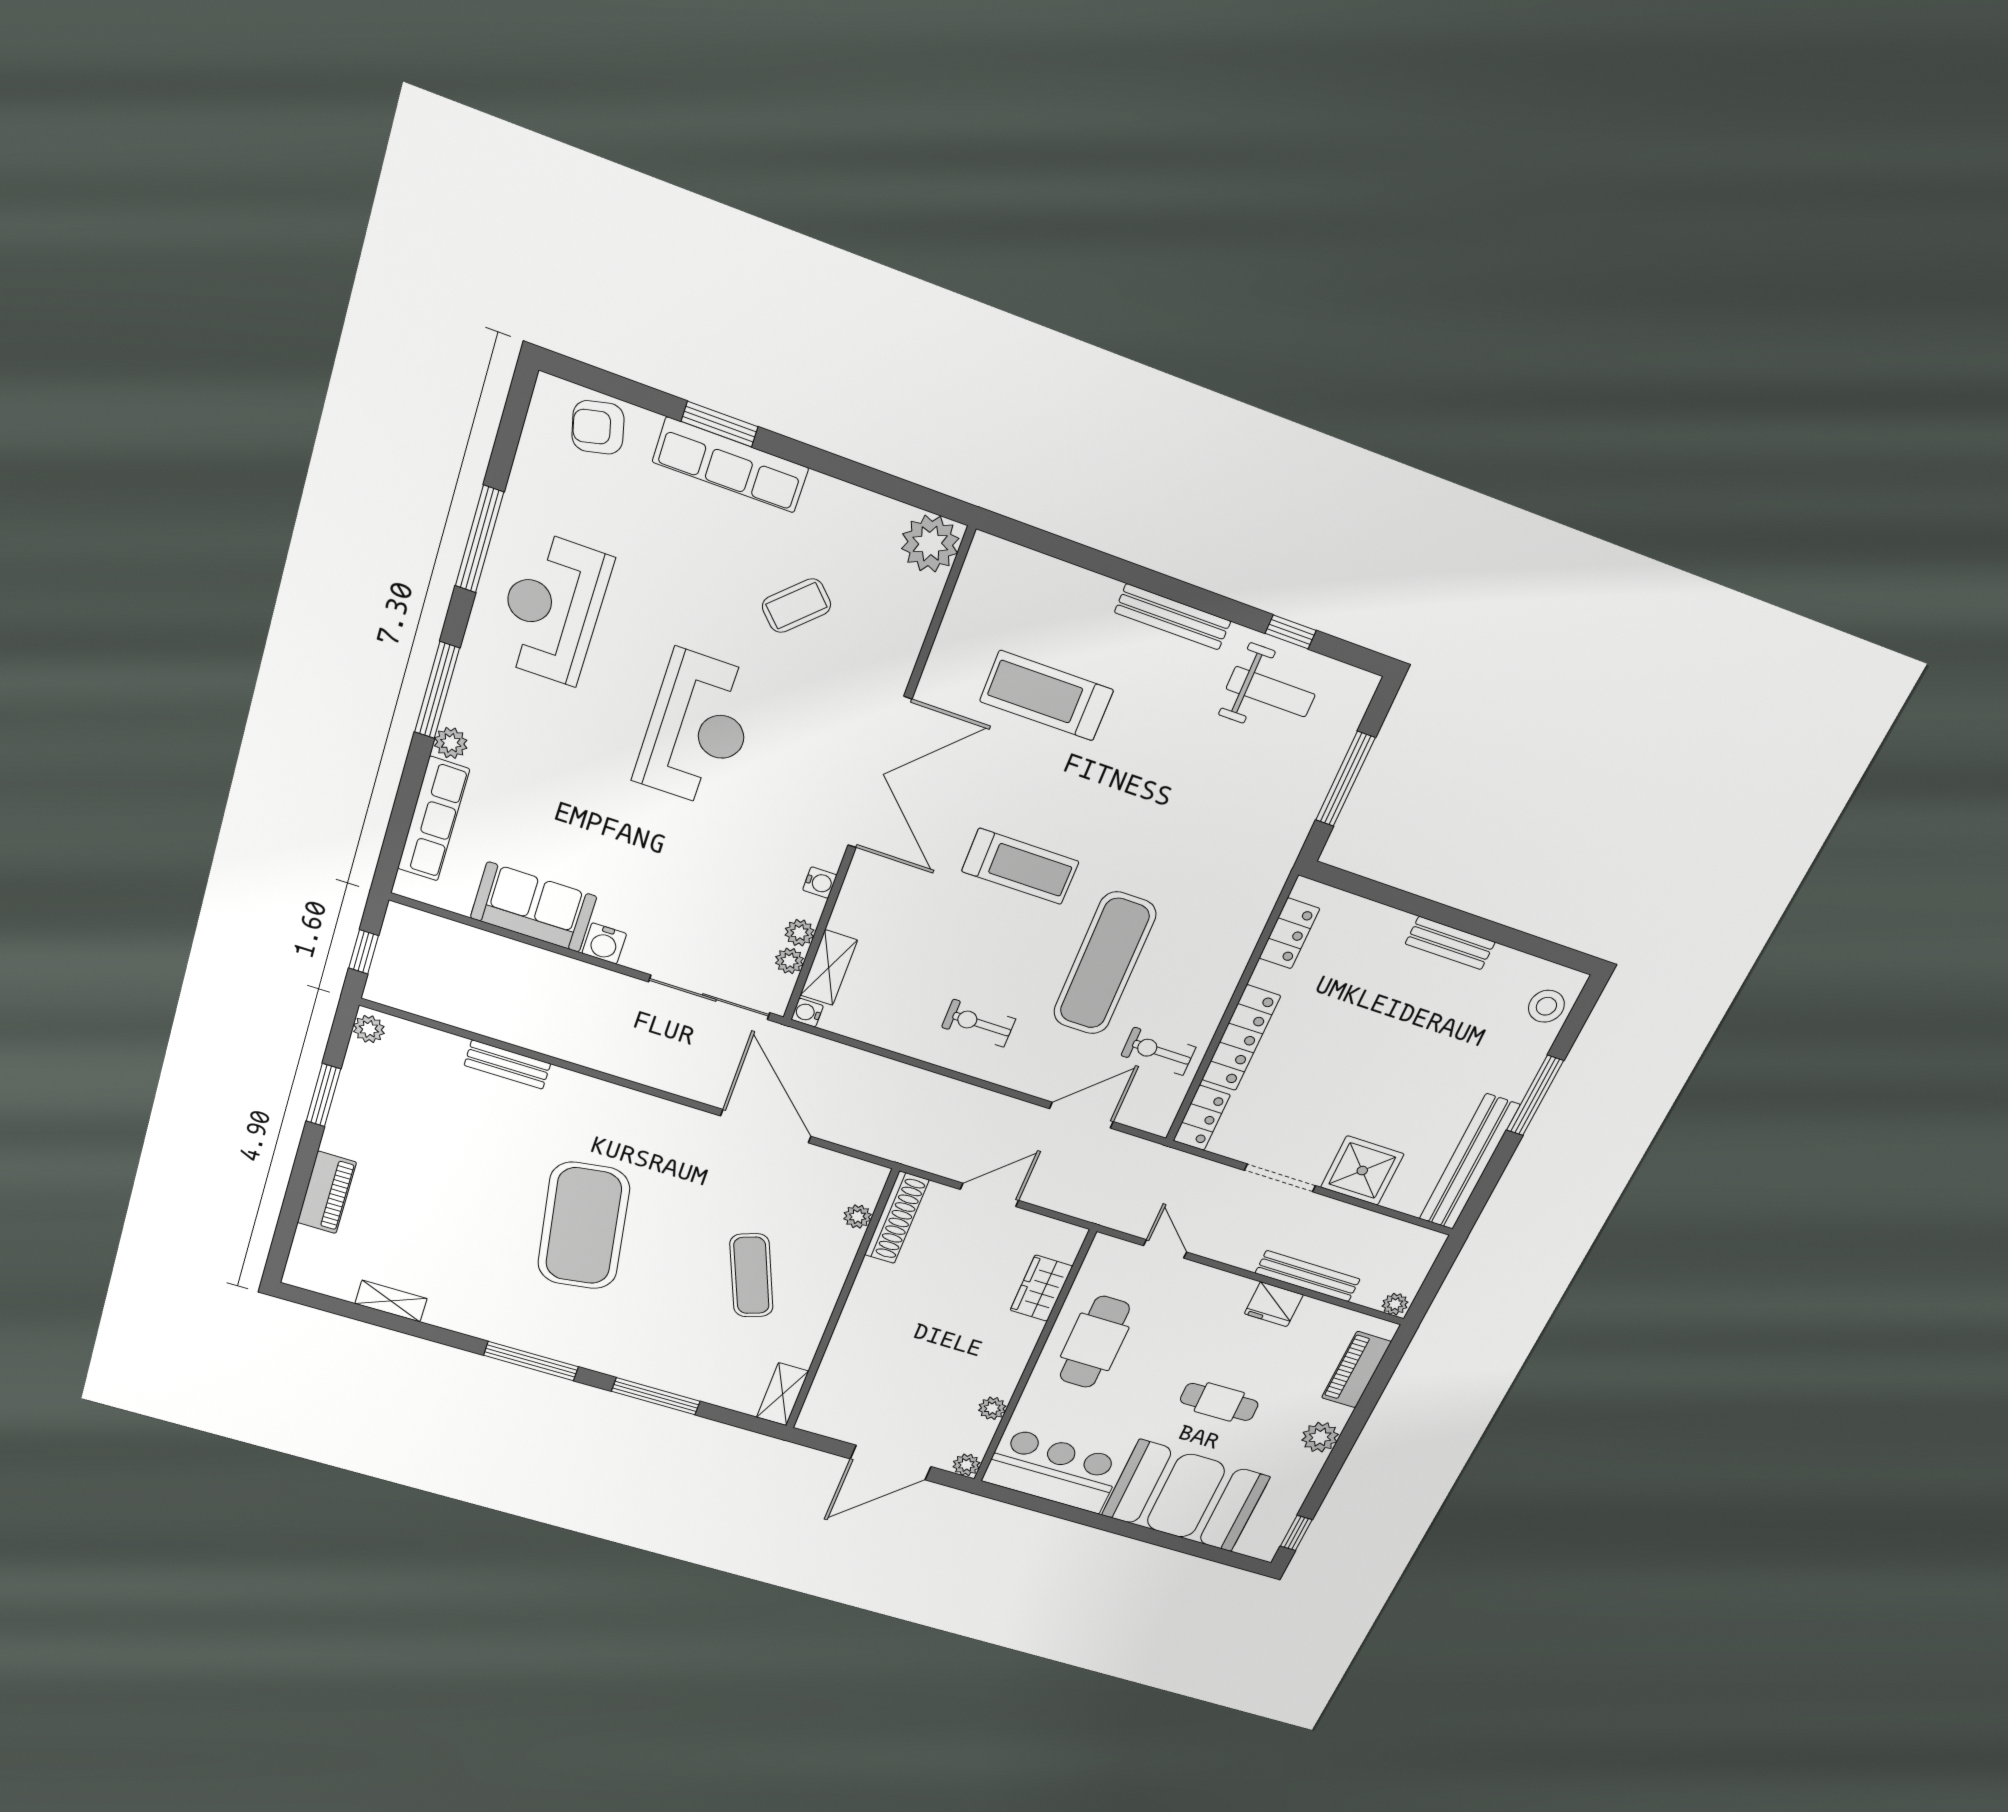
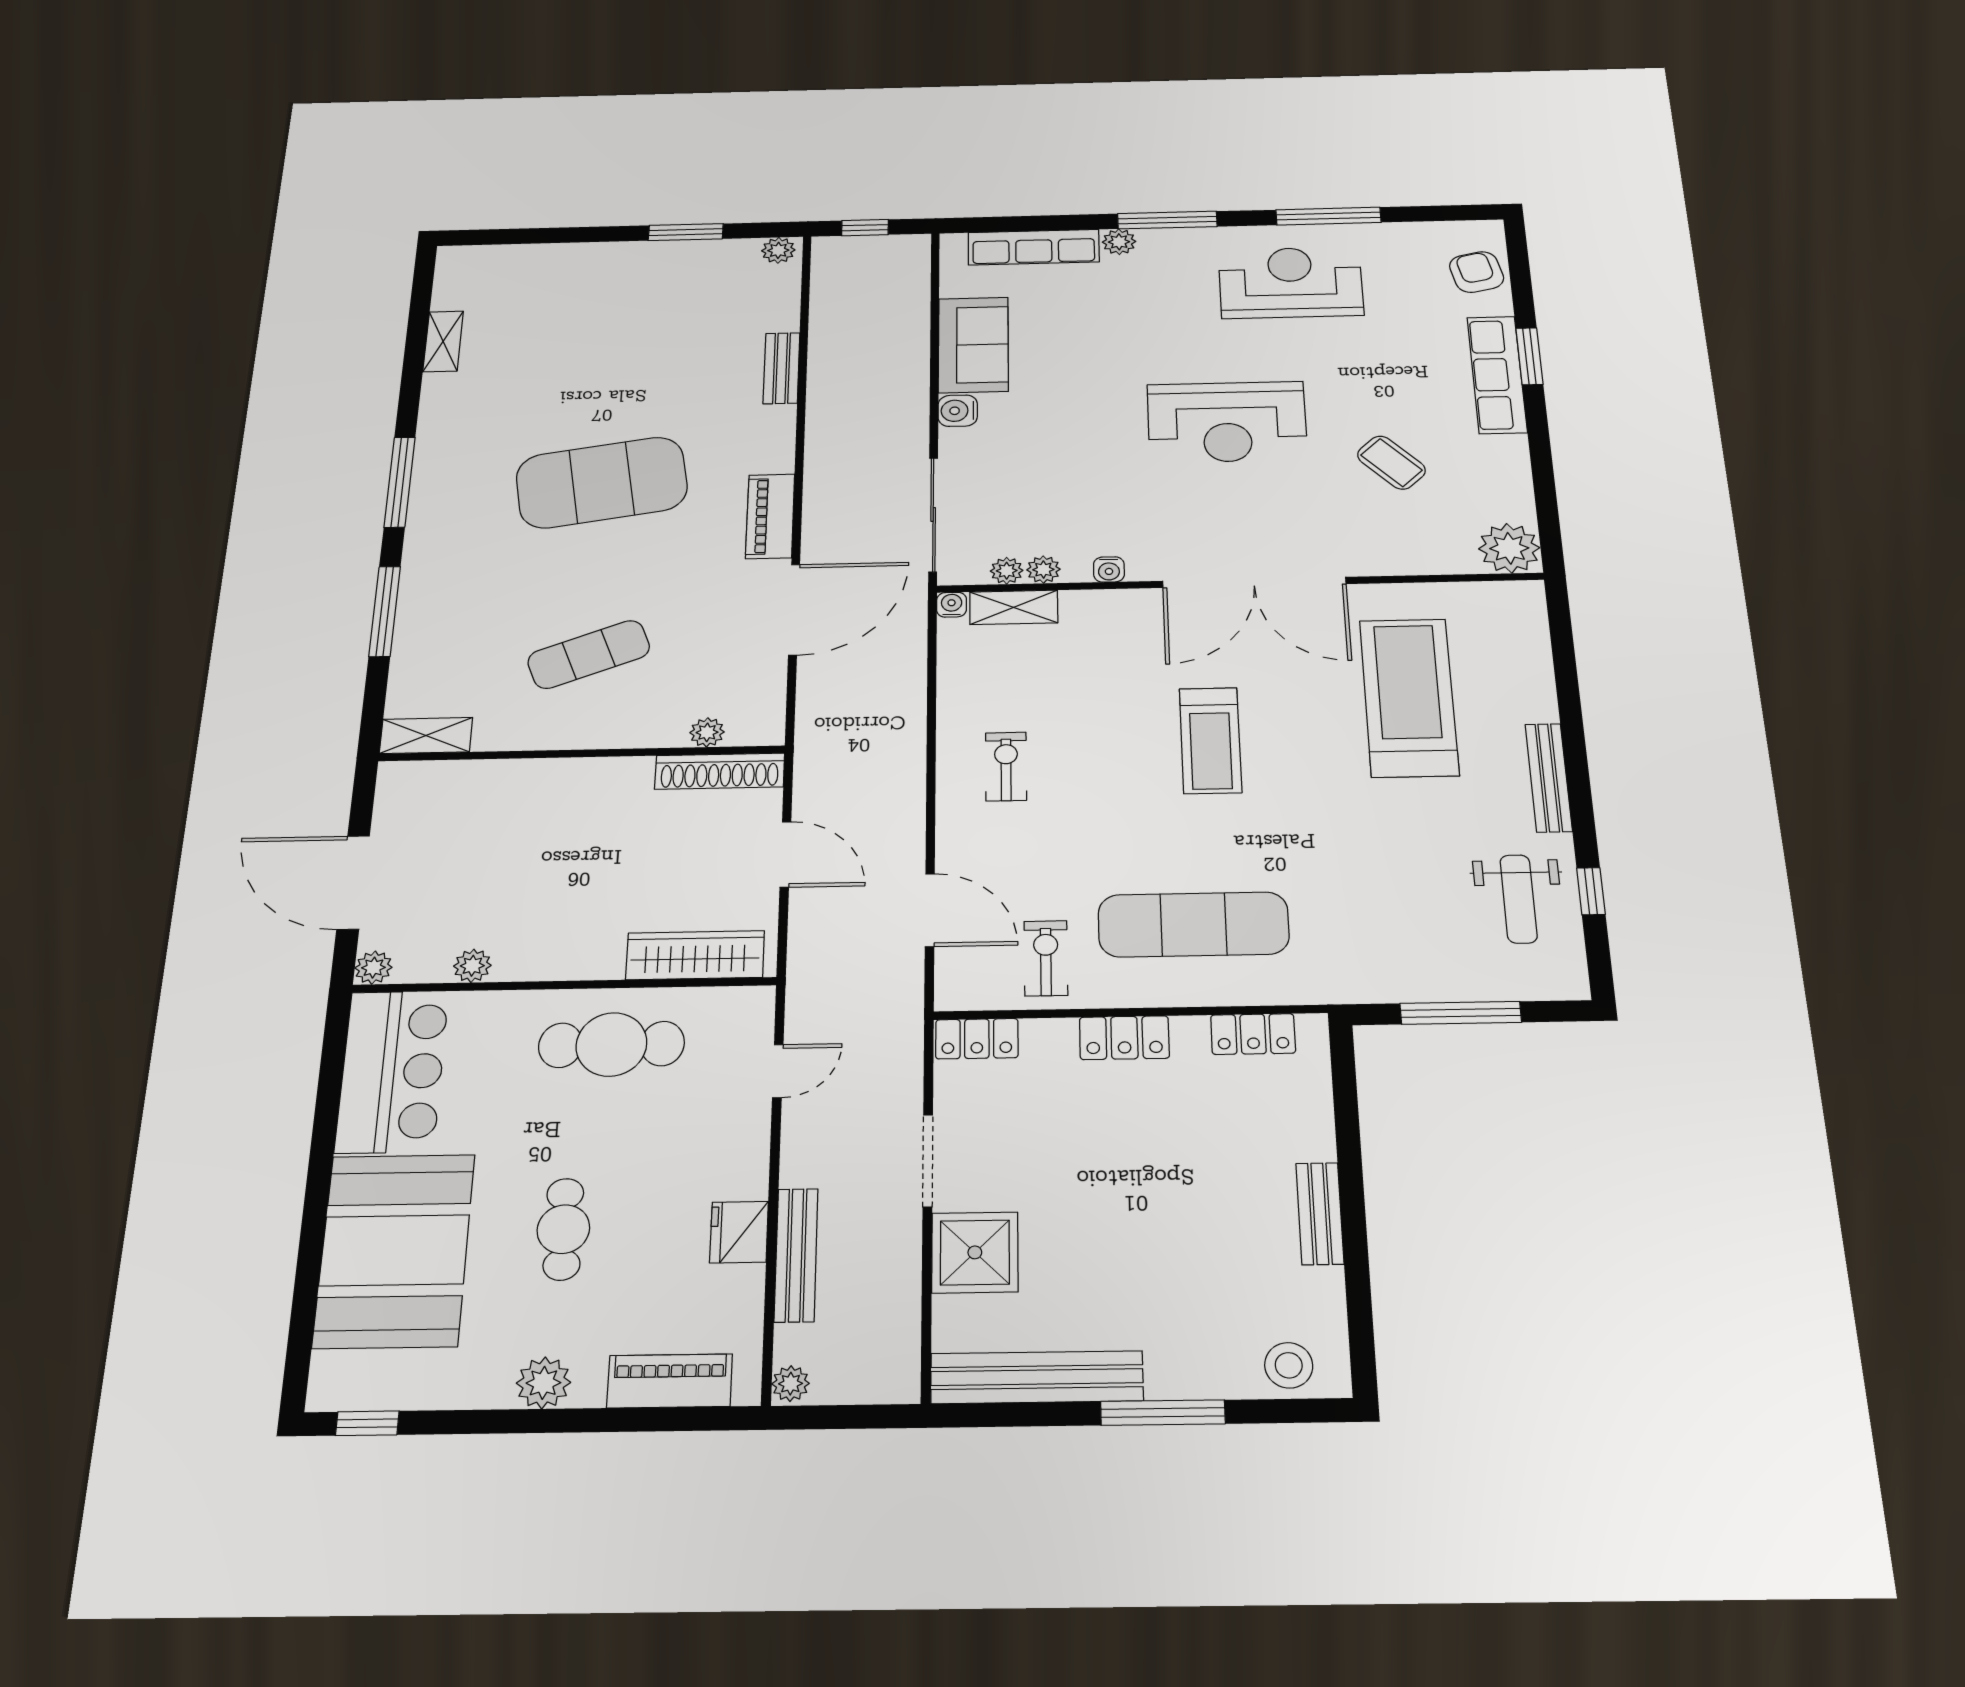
treadmill: (1047, 696) -> (1409, 697), width x1.37, depth x1.38
exercise mat: (1105, 964) -> (1193, 924), moved
locker: (1241, 1038) -> (1124, 1038), width x0.66
piano: (327, 1192) -> (770, 516), moved, turned 90
wardrobe: (1041, 1288) -> (695, 955), width x1.50

